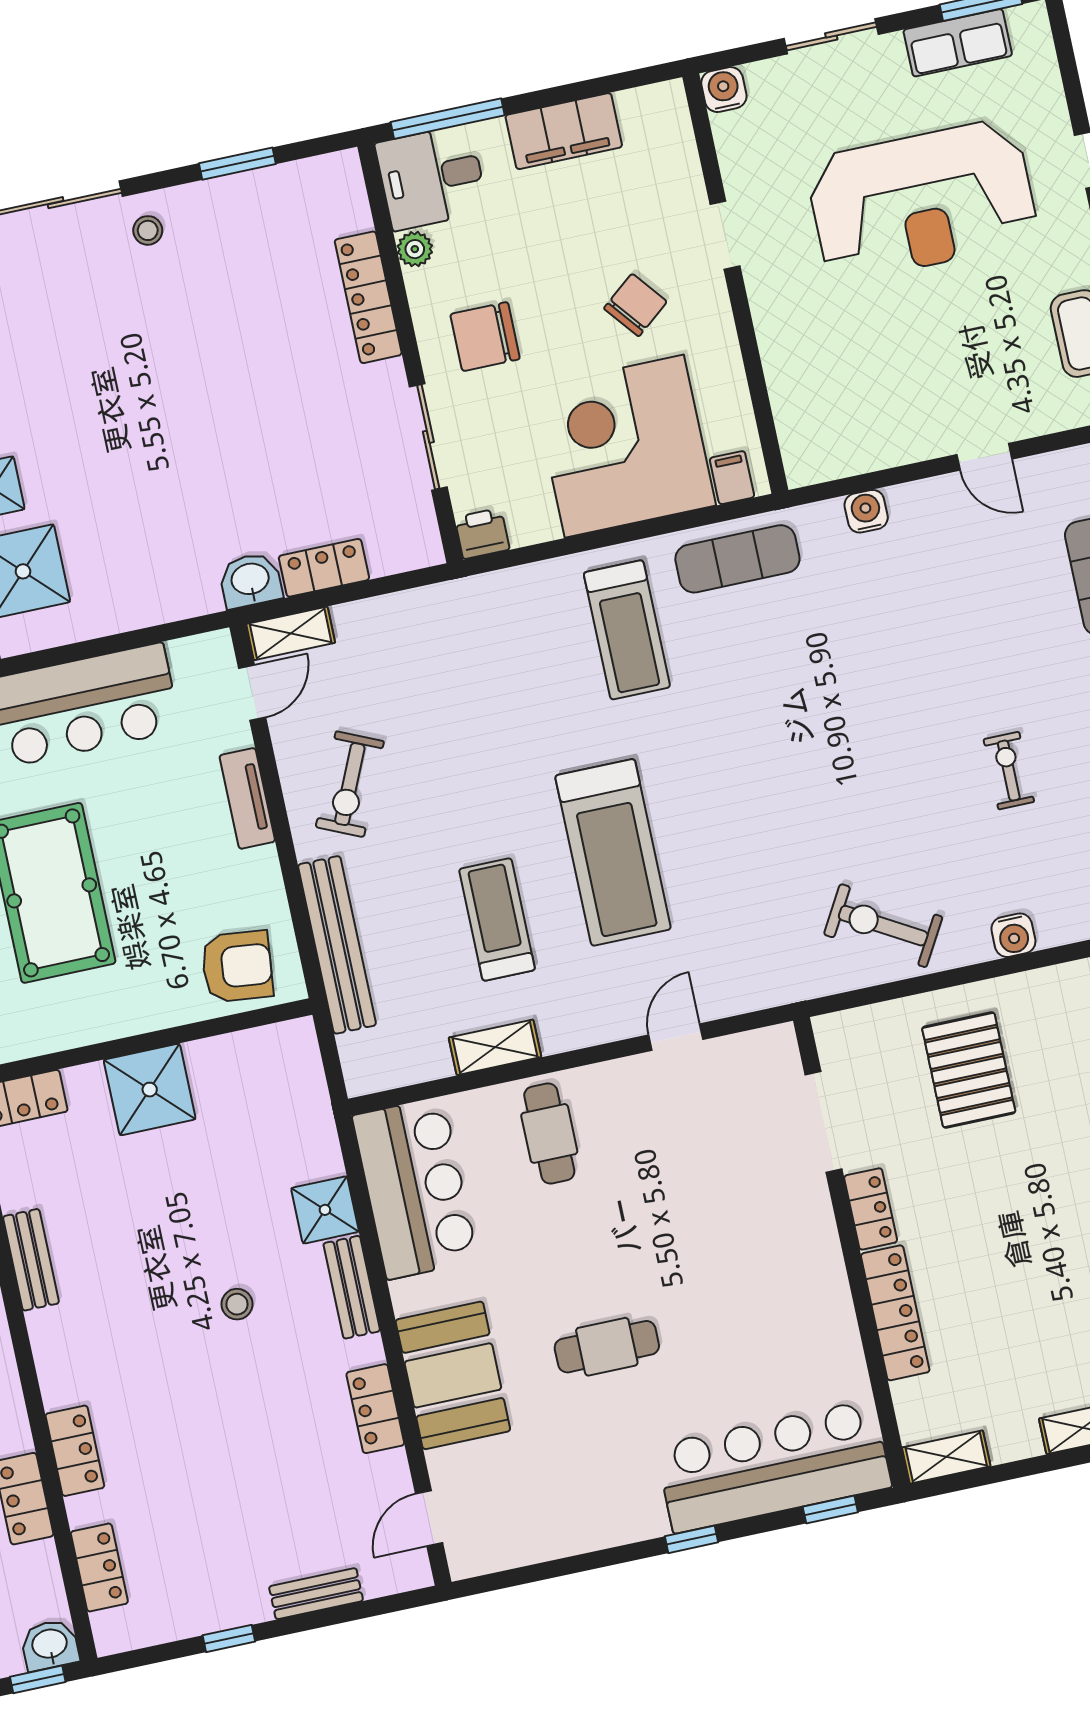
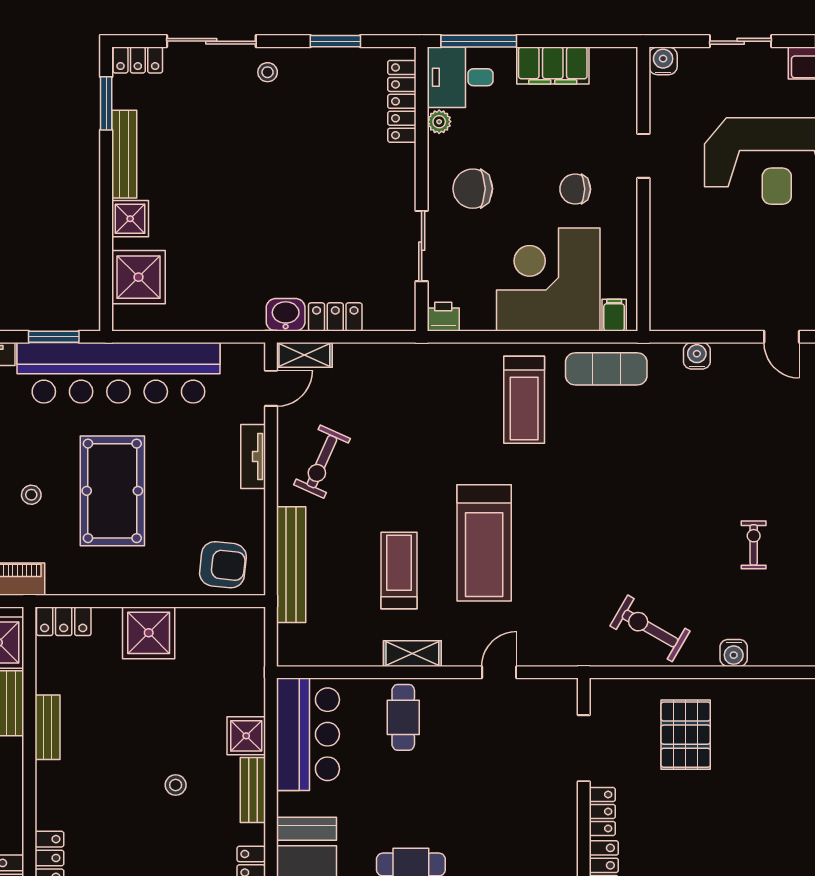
locker: (368, 297) -> (402, 101), moved
chair: (635, 305) -> (575, 189), turned -141
shelving: (495, 1047) -> (412, 654), moved

